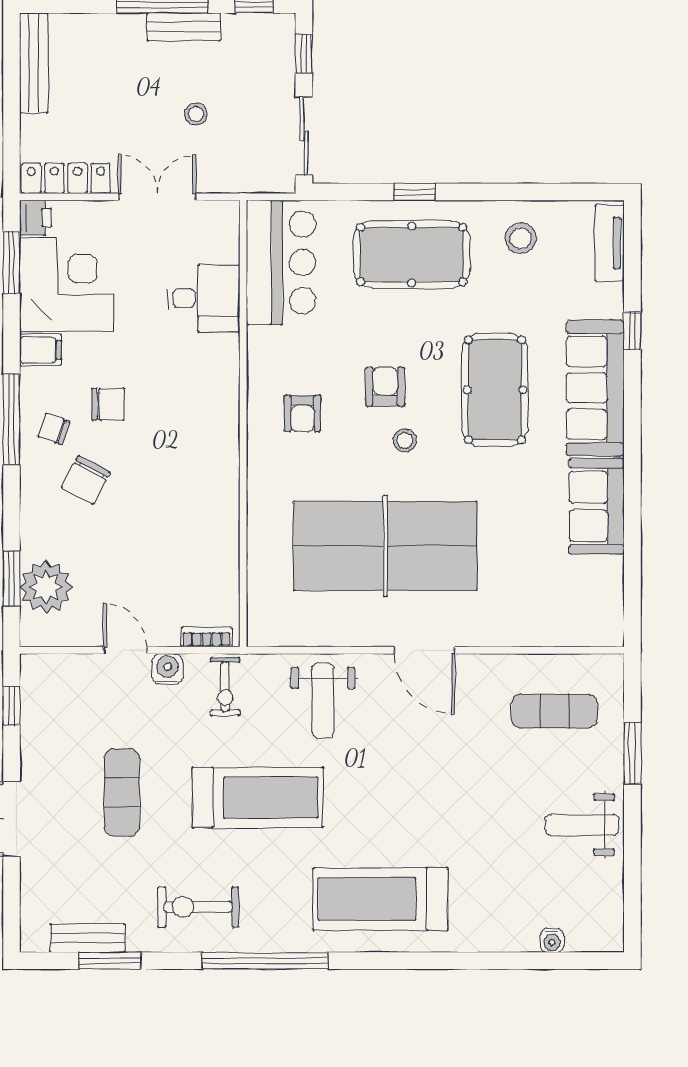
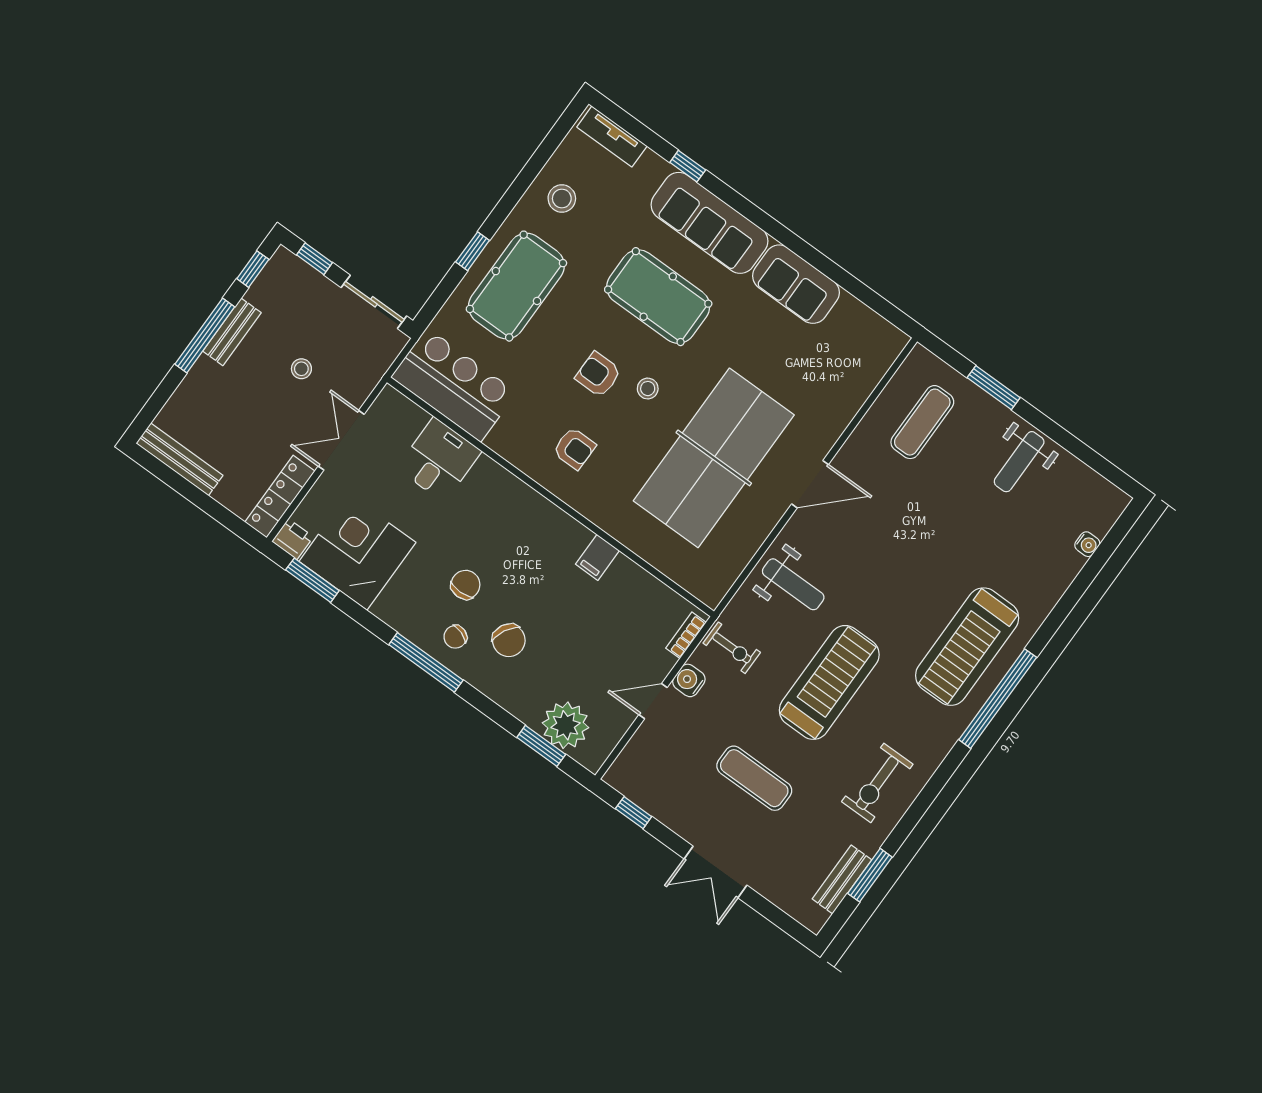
filing cabinet: (40, 350) -> (597, 557), moved, turned 180
window: (265, 961) -> (998, 699), moved

